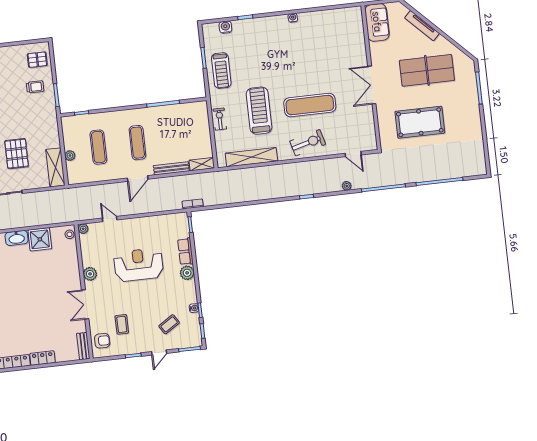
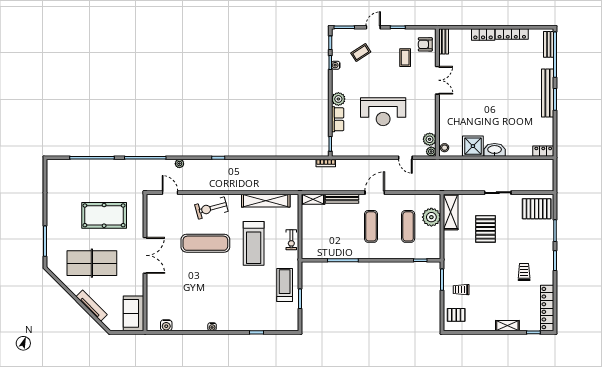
water cooler: (225, 27) -> (166, 325), moved
plant: (70, 156) -> (431, 217), width x1.87, depth x1.87
plant: (90, 274) -> (430, 139), moved

